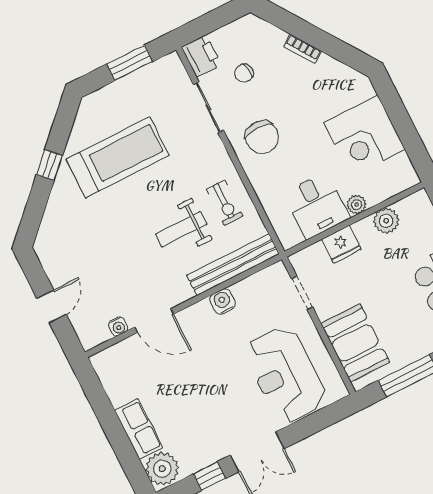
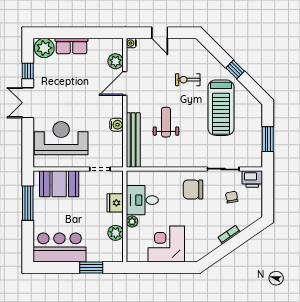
exercise bike: (225, 203) -> (188, 80), moved
water cooler: (118, 326) -> (131, 43), moved
plant: (128, 351) -> (116, 61), added

